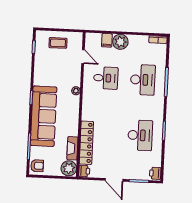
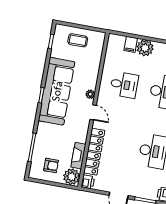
door: (83, 57) -> (93, 112), moved
sofa: (44, 116) -> (57, 91), moved
armchair: (37, 166) -> (51, 165), moved

